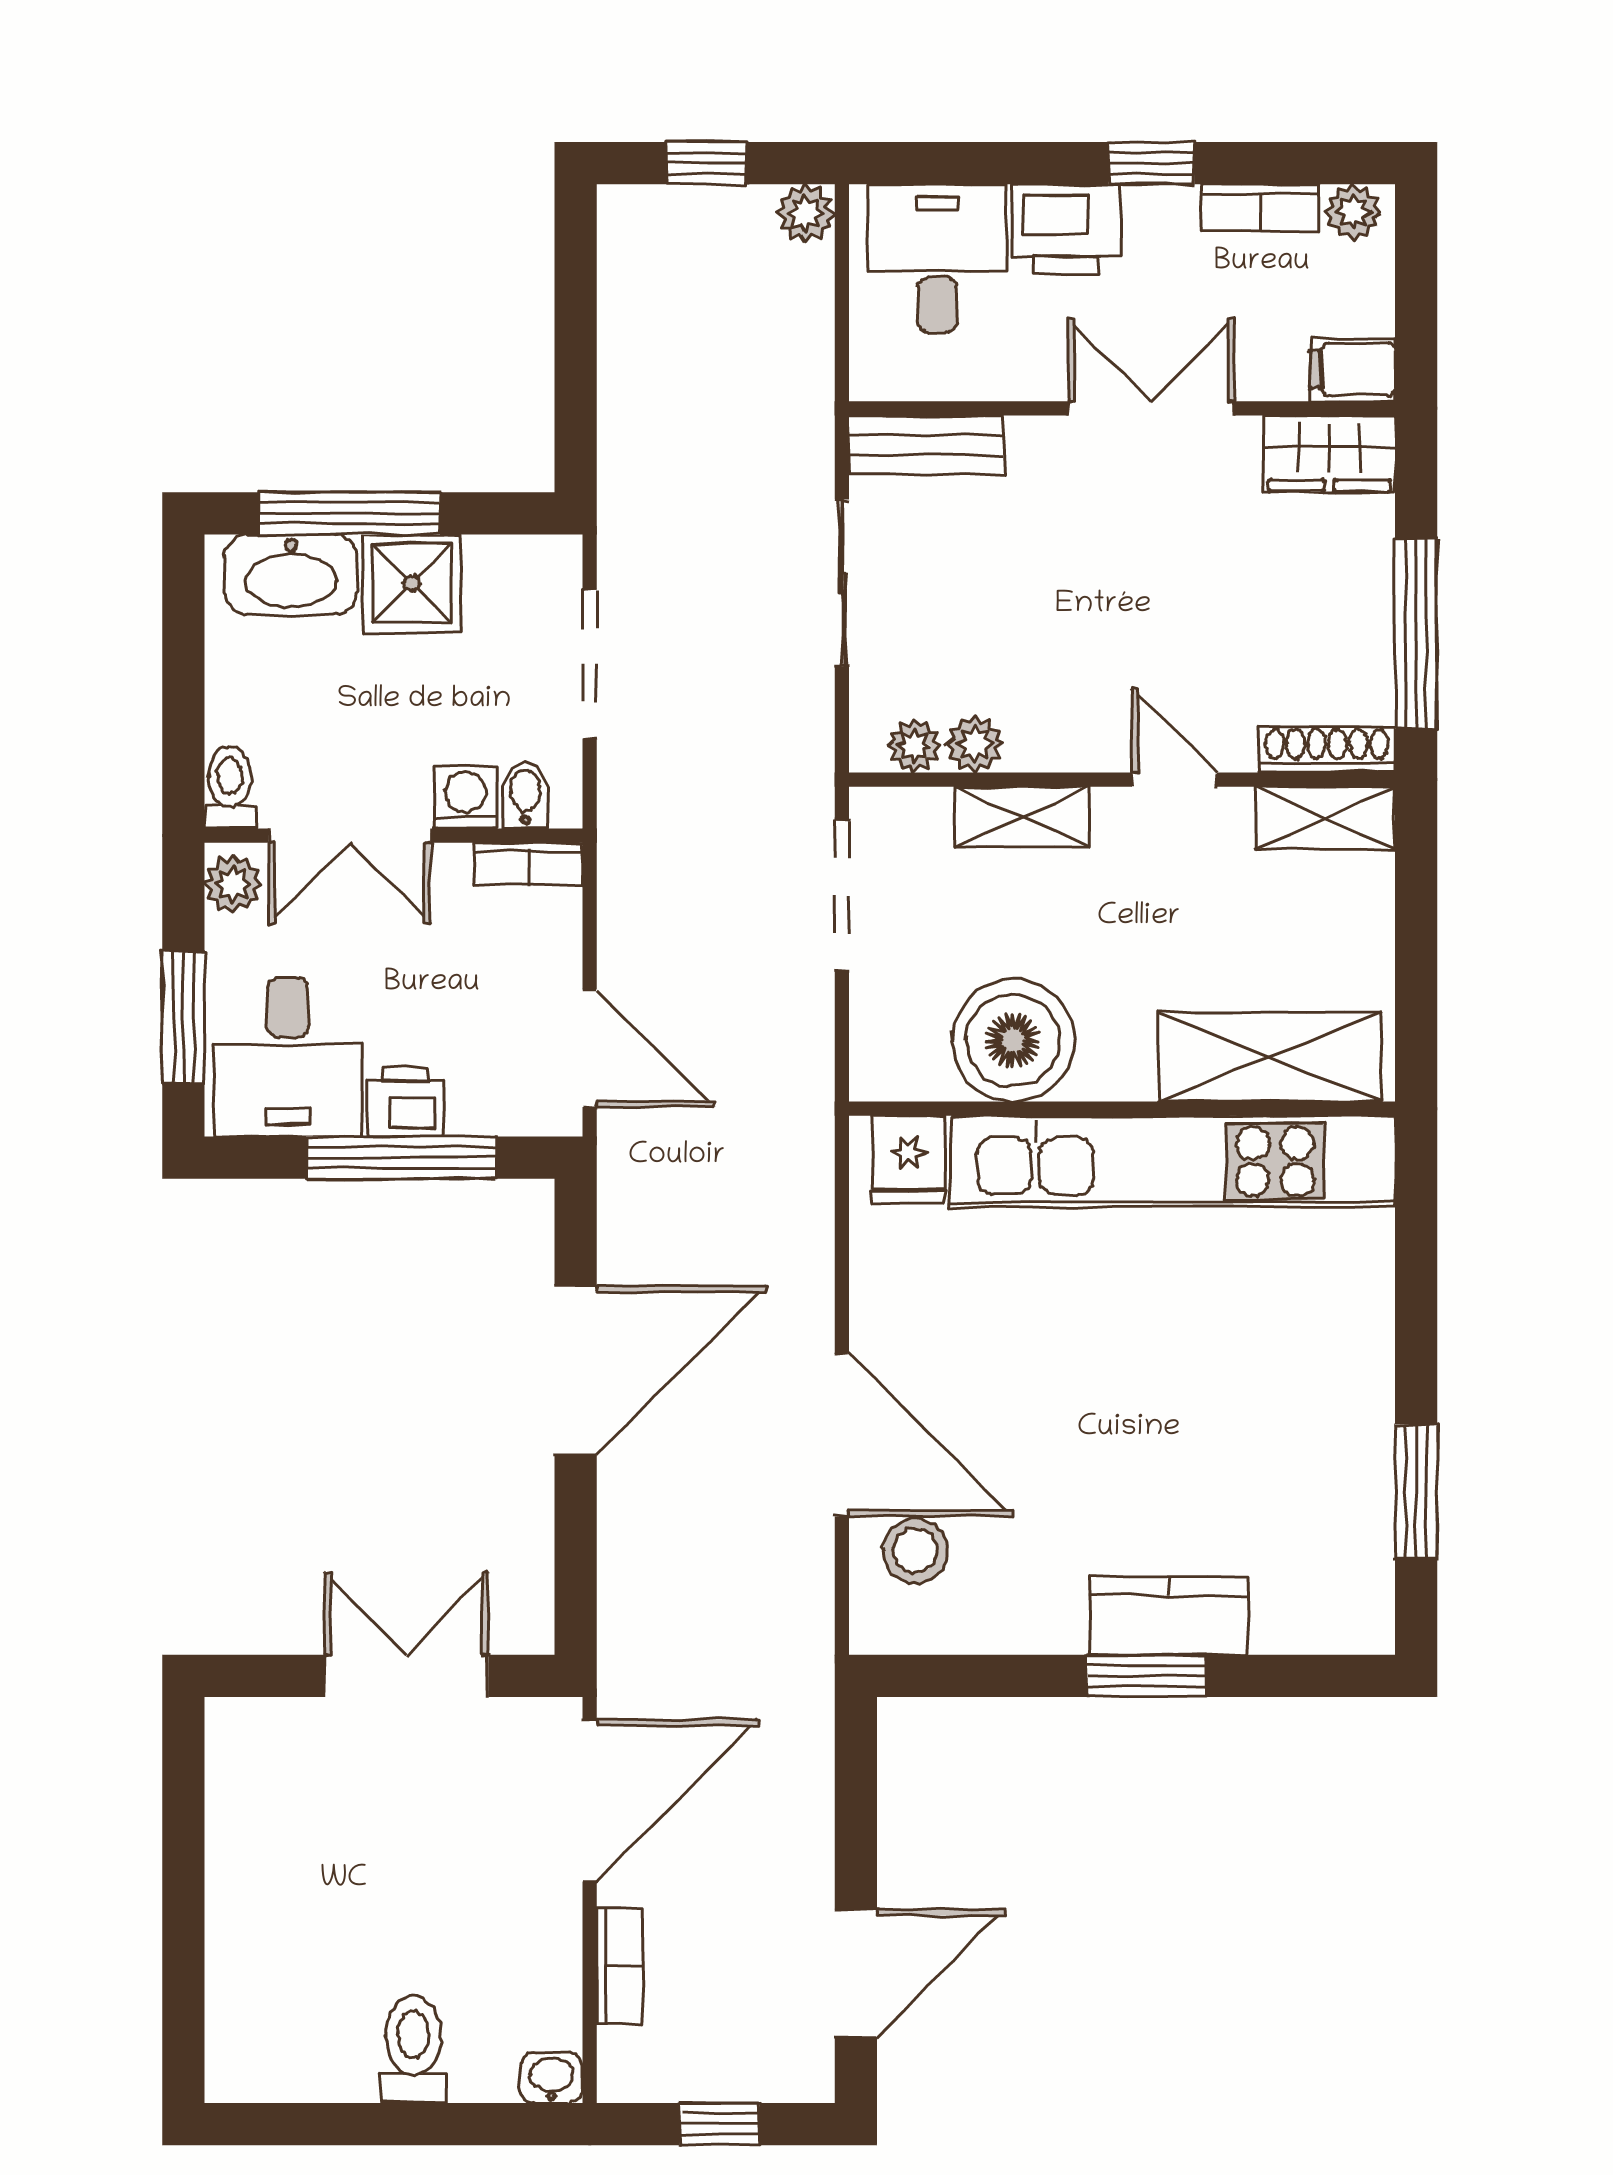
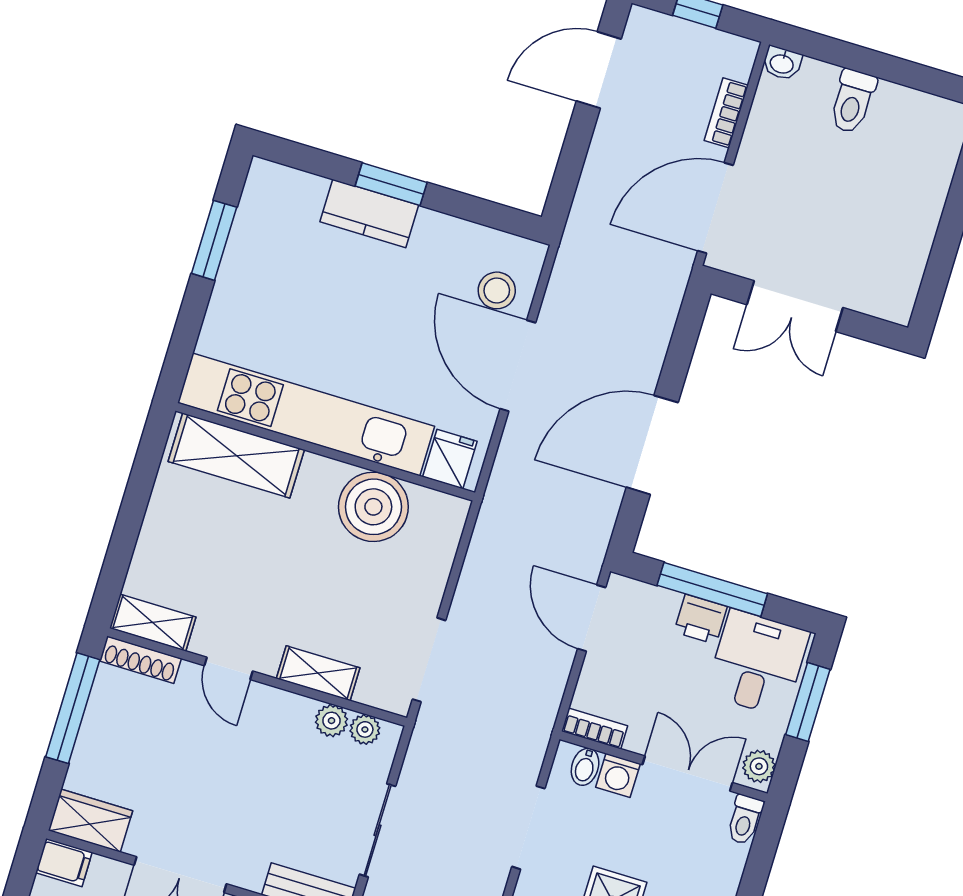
boiler: (1013, 1041) -> (373, 507), moved
shelving: (1270, 1057) -> (236, 456), moved
wall: (1122, 1109) -> (325, 452), moved
fridge: (909, 1160) -> (450, 459), moved
kitchen unit: (1173, 1162) -> (306, 415), moved

